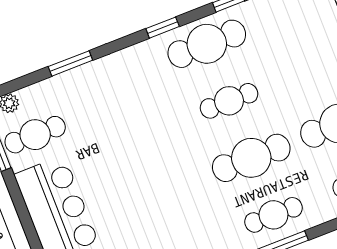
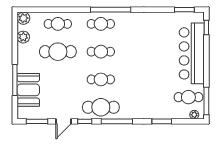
window: (163, 28) -> (117, 121), width x2.17
cafe table: (251, 158) -> (101, 52), width x0.73, depth x0.74

